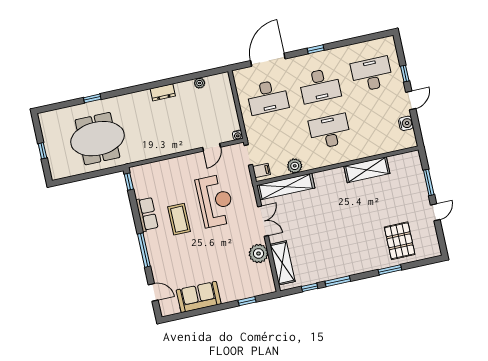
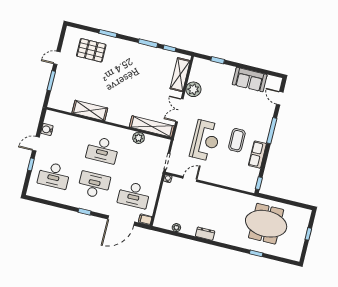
desk: (268, 97) -> (134, 195), turned 180
filing cabinet: (261, 171) -> (145, 220), moved
reception desk: (215, 201) -> (206, 141), turned 180
pallet: (400, 241) -> (91, 50), turned 90

